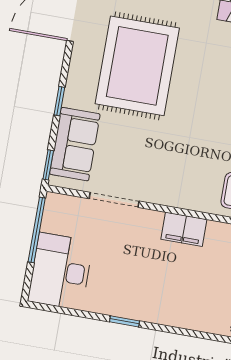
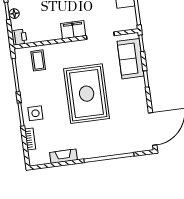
rug: (137, 66) -> (87, 94), moved
filing cabinet: (184, 229) -> (73, 30), moved

